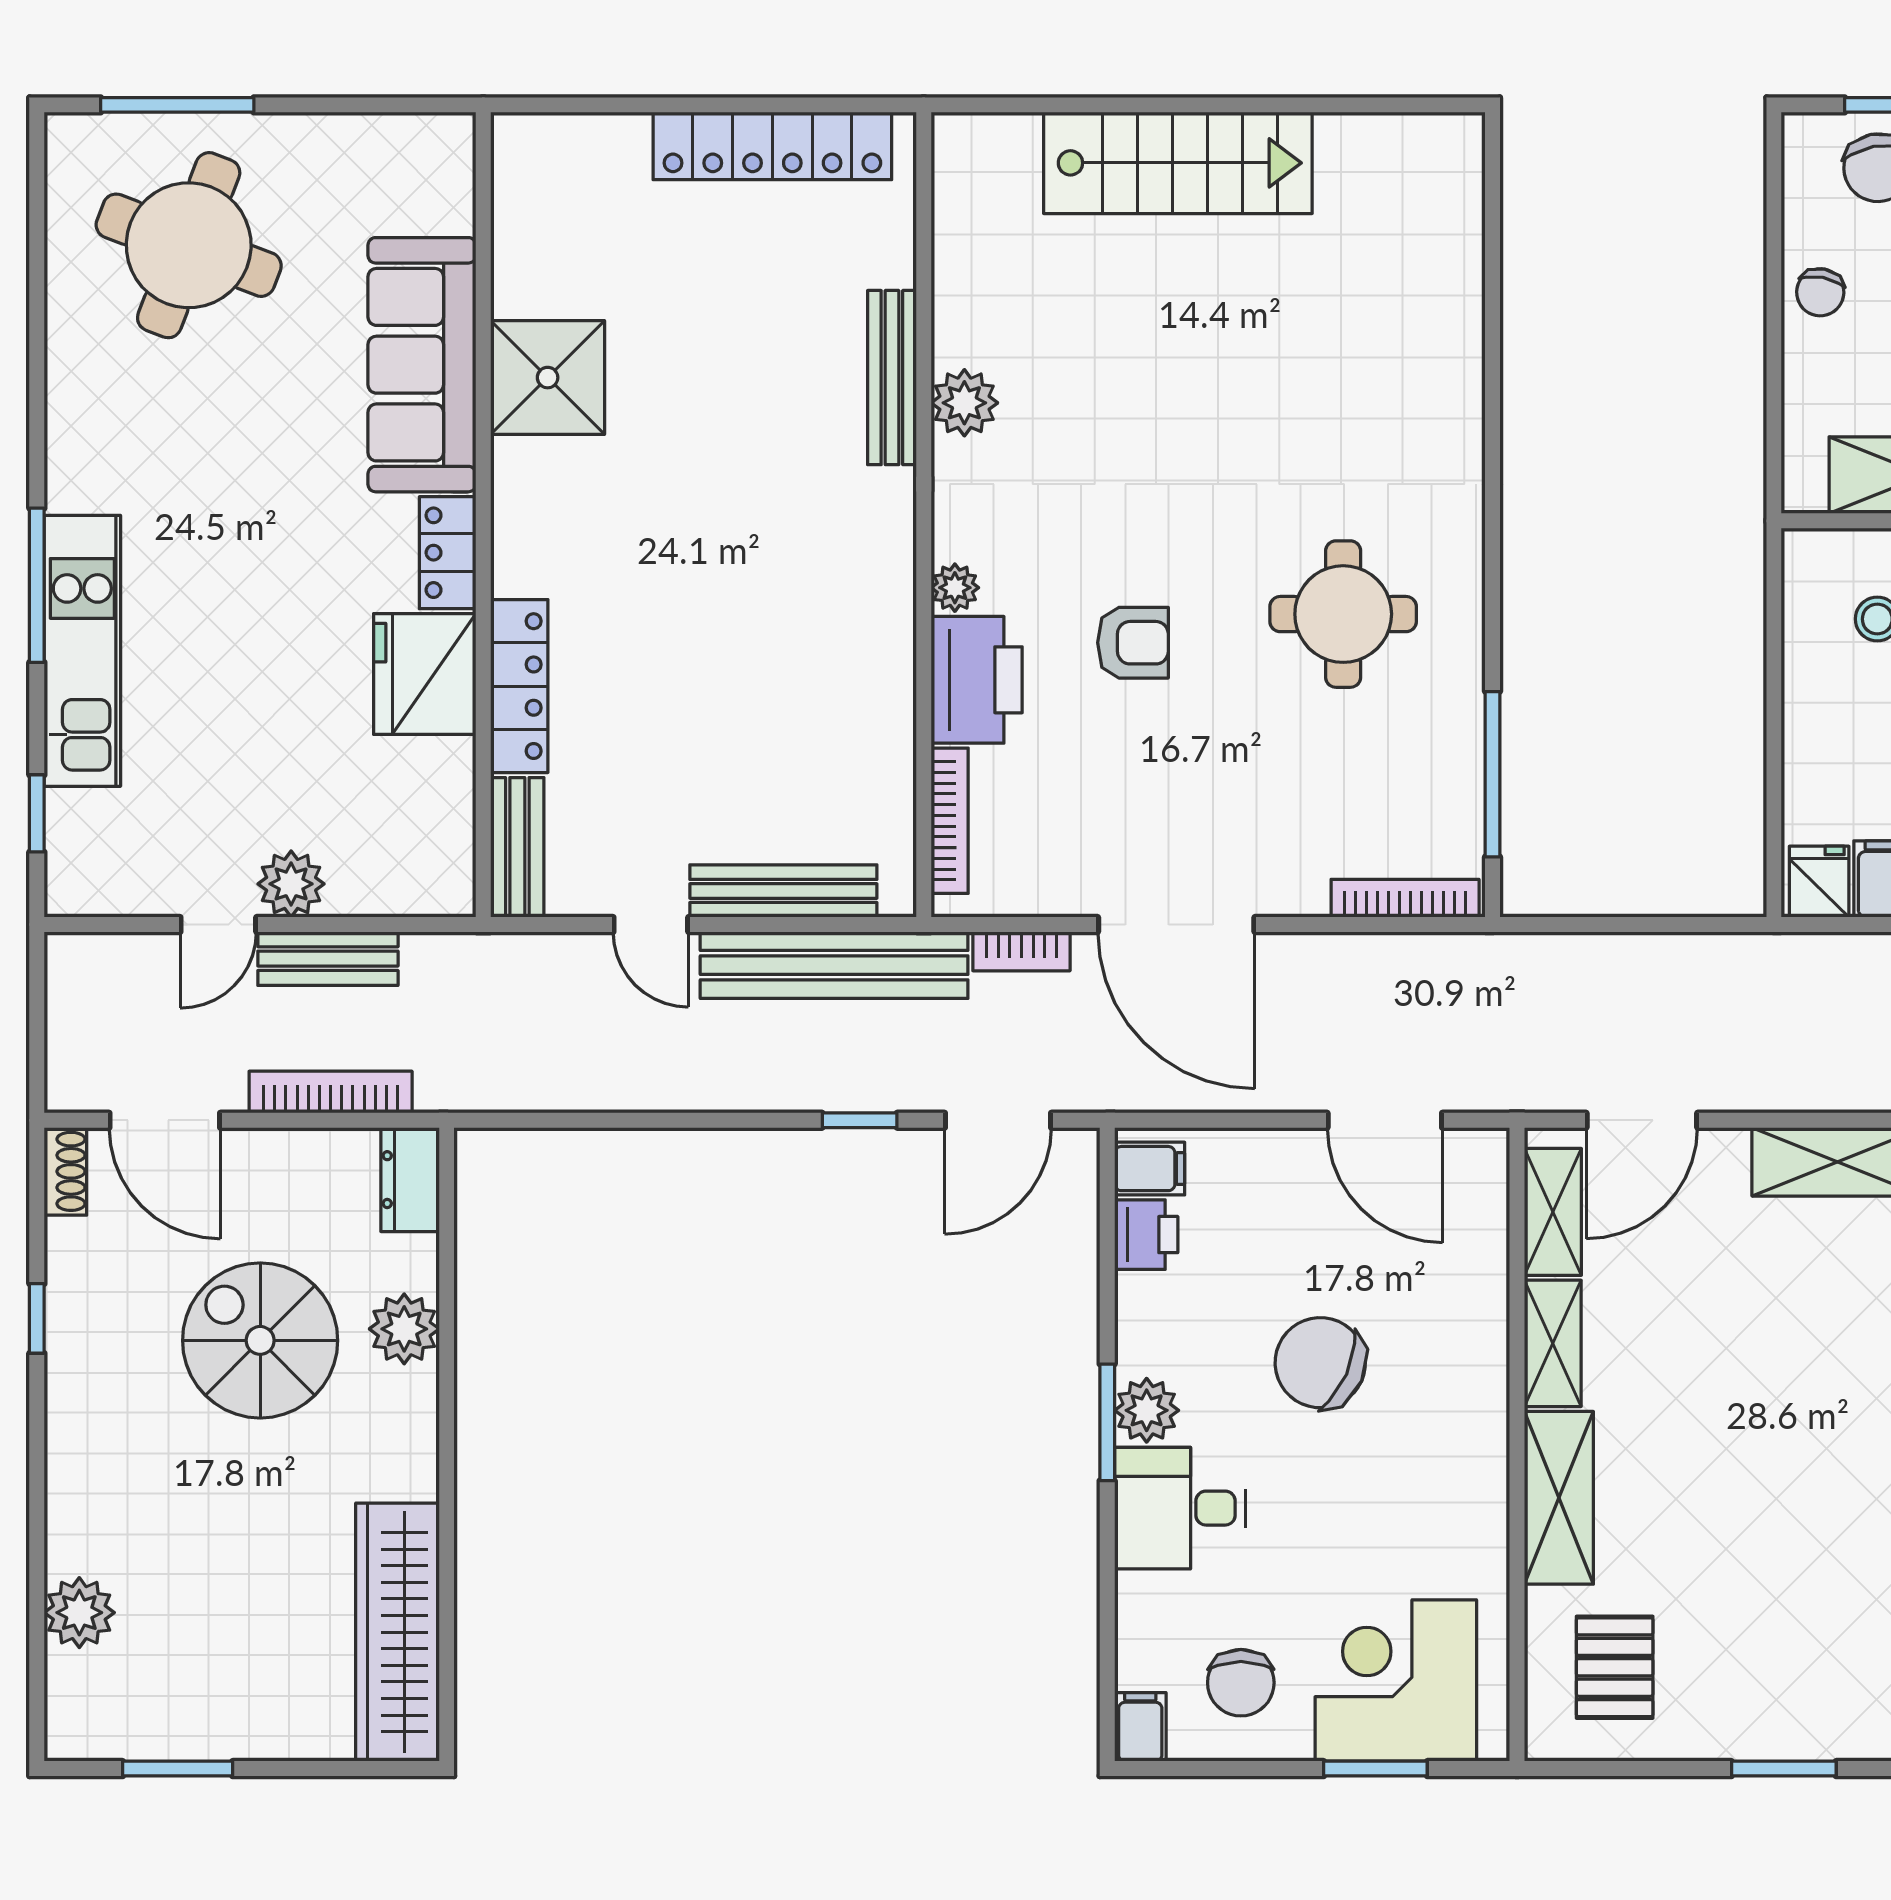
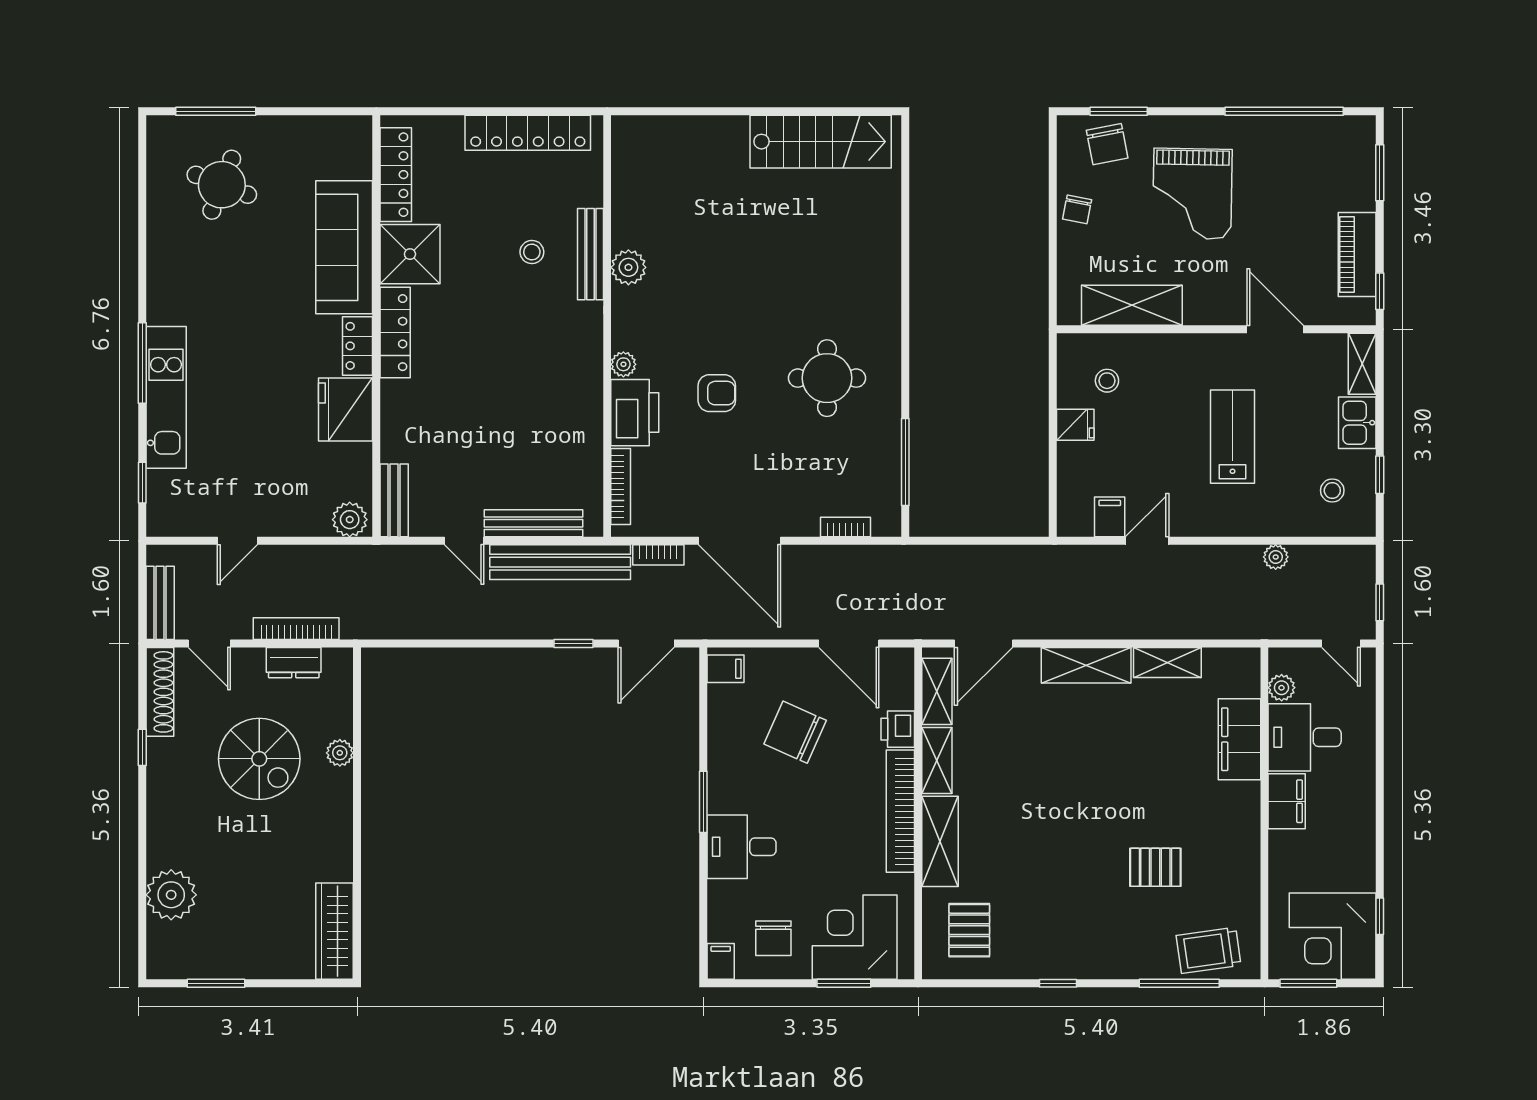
stairs: (1178, 163) -> (821, 142), moved
locker: (520, 226) -> (396, 175), added
round table: (189, 245) -> (222, 185), width x0.73, depth x0.73
stool: (780, 374) -> (532, 252), added
locker: (519, 686) -> (395, 333), moved
fridge: (1819, 882) -> (1075, 425), moved, turned 90
plant: (291, 884) -> (350, 520), moved
bookcase: (1405, 898) -> (845, 527), width x0.64
bench: (328, 959) -> (160, 603), moved, turned 90
door: (165, 1120) -> (209, 643), width x0.73
shoe rack: (65, 1171) -> (160, 692), width x1.94, depth x1.24
dresser: (410, 1180) -> (294, 663), moved, turned -90
printer: (1146, 1235) -> (898, 729), moved, turned 180
plant: (404, 1329) -> (340, 753), width x0.73, depth x0.73
spiral stairs: (260, 1340) -> (259, 759), turned 180
chair: (1320, 1363) -> (795, 732), moved
plant: (1147, 1410) -> (724, 795), removed
bookcase: (1483, 1440) -> (900, 811), added
plant: (79, 1613) -> (171, 895), width x1.36, depth x1.36
wardrobe: (397, 1632) -> (334, 931), width x0.71, depth x0.85
window: (1784, 1769) -> (1058, 983), width x0.67

